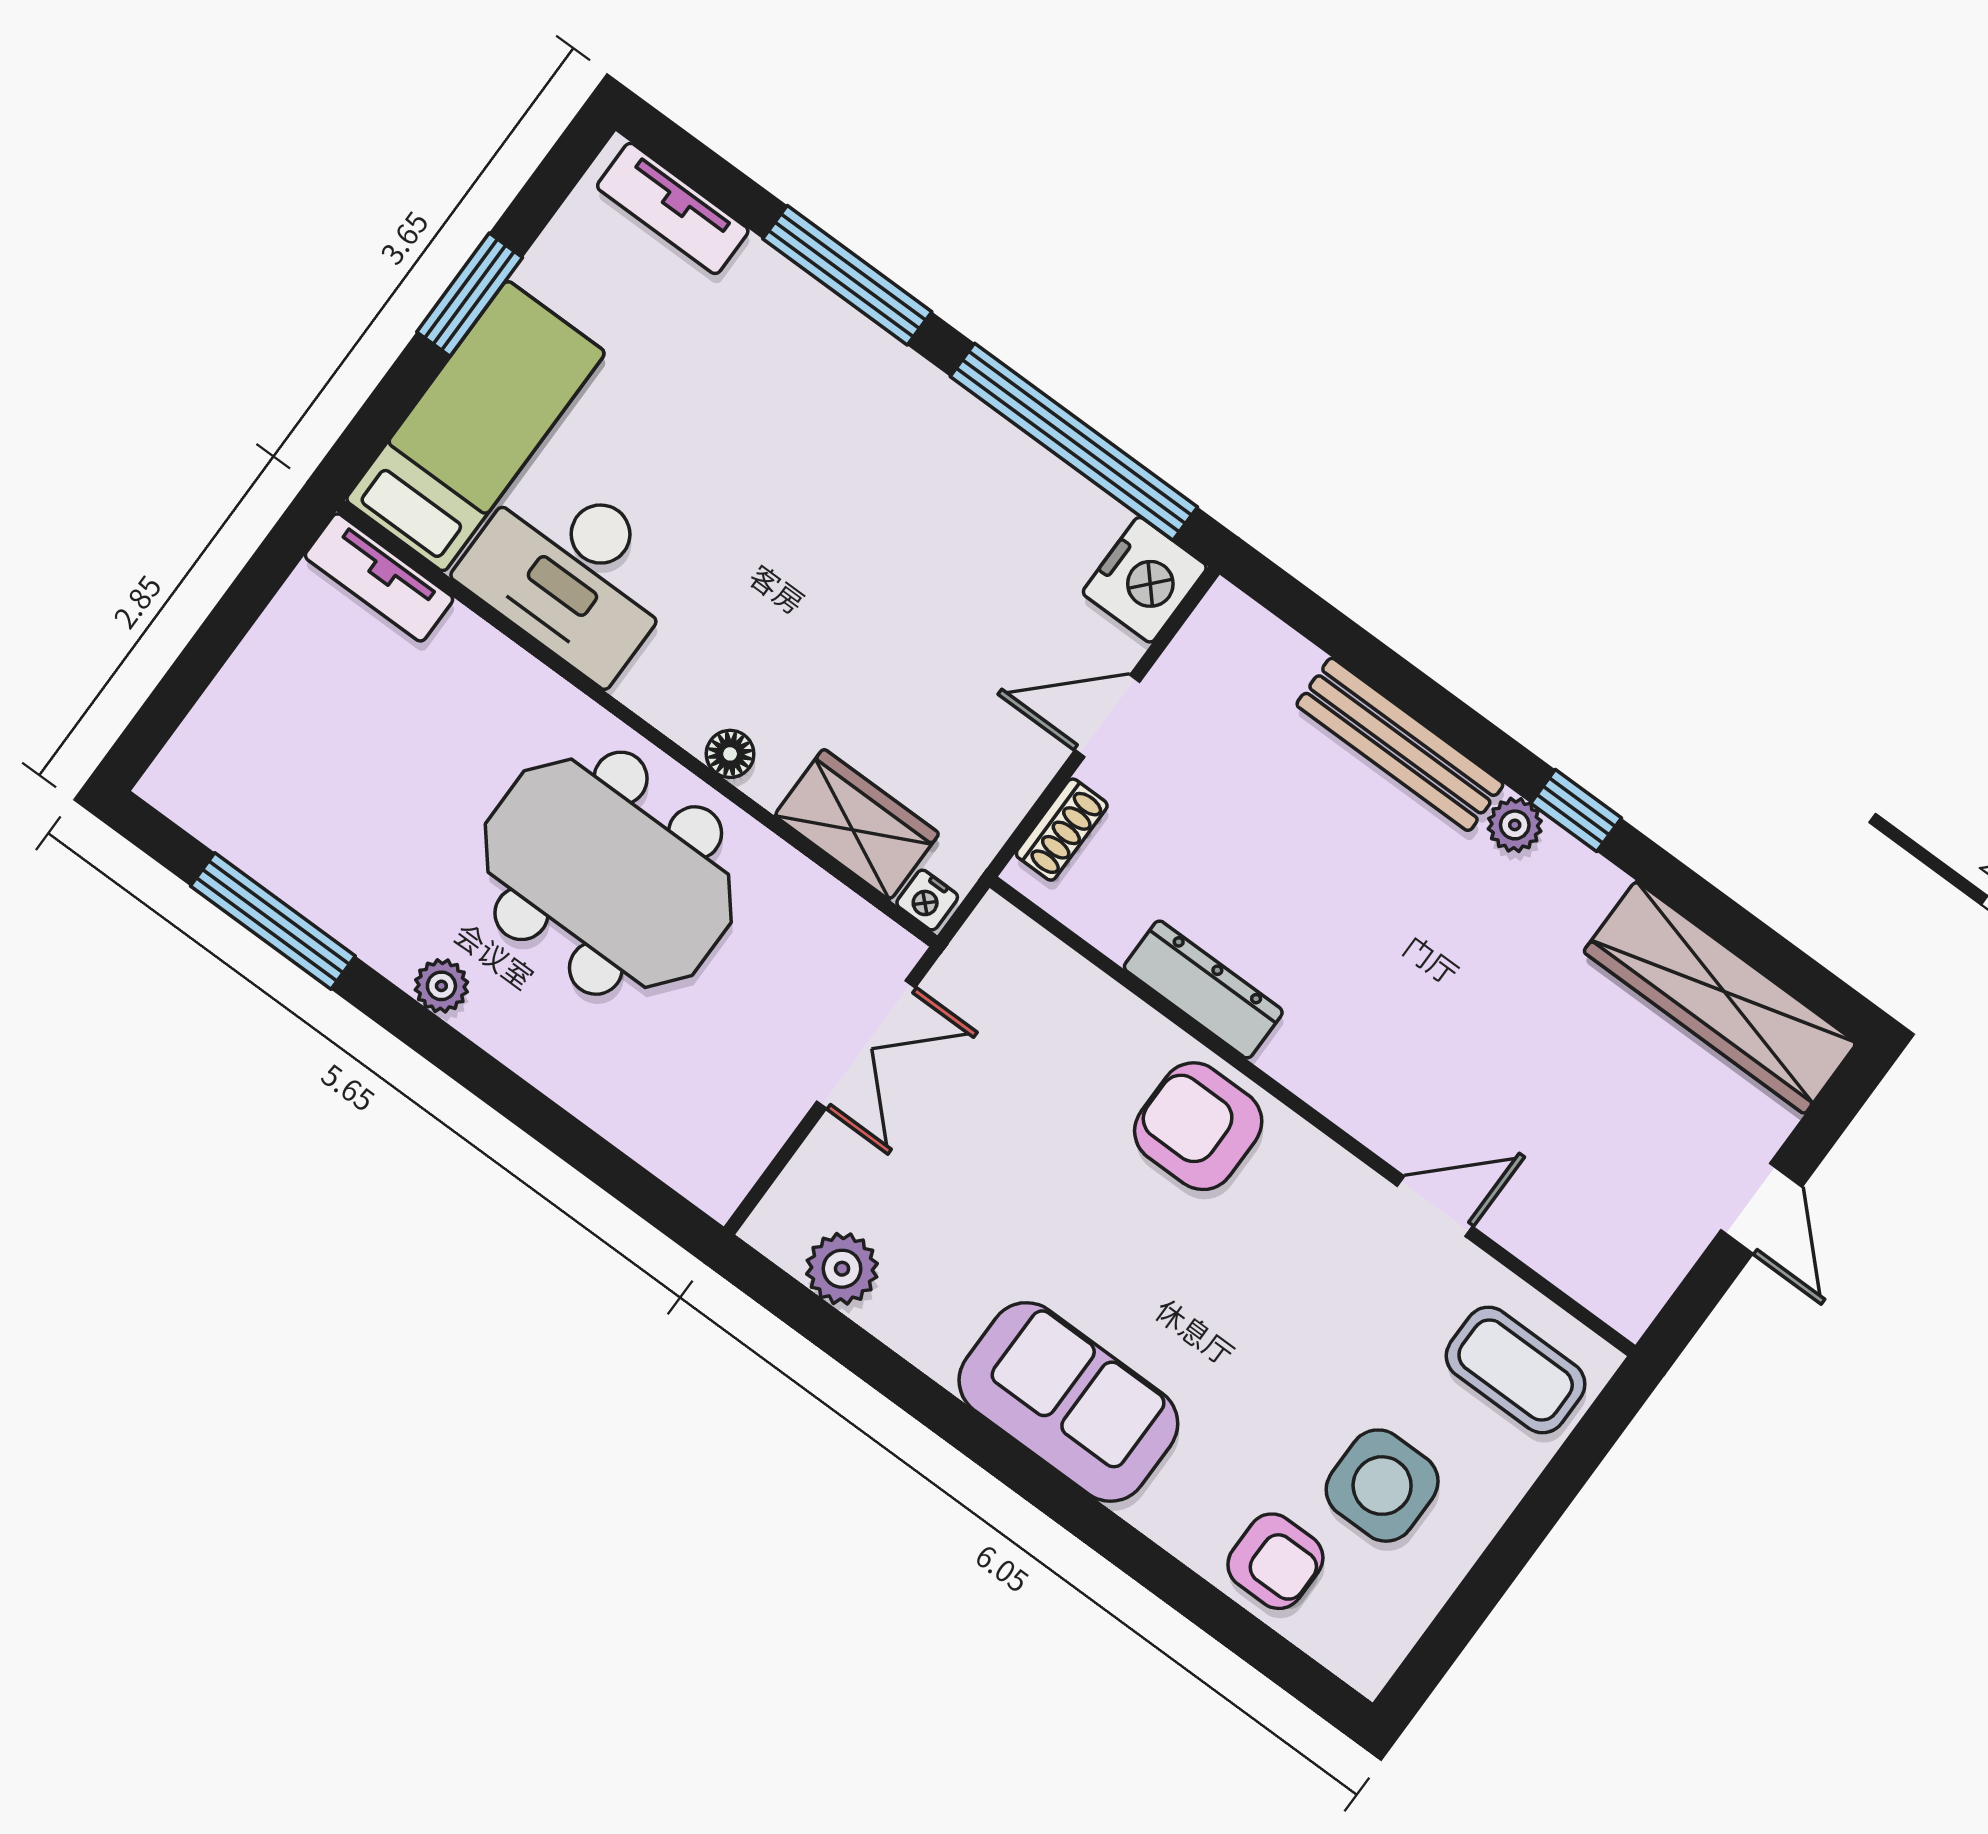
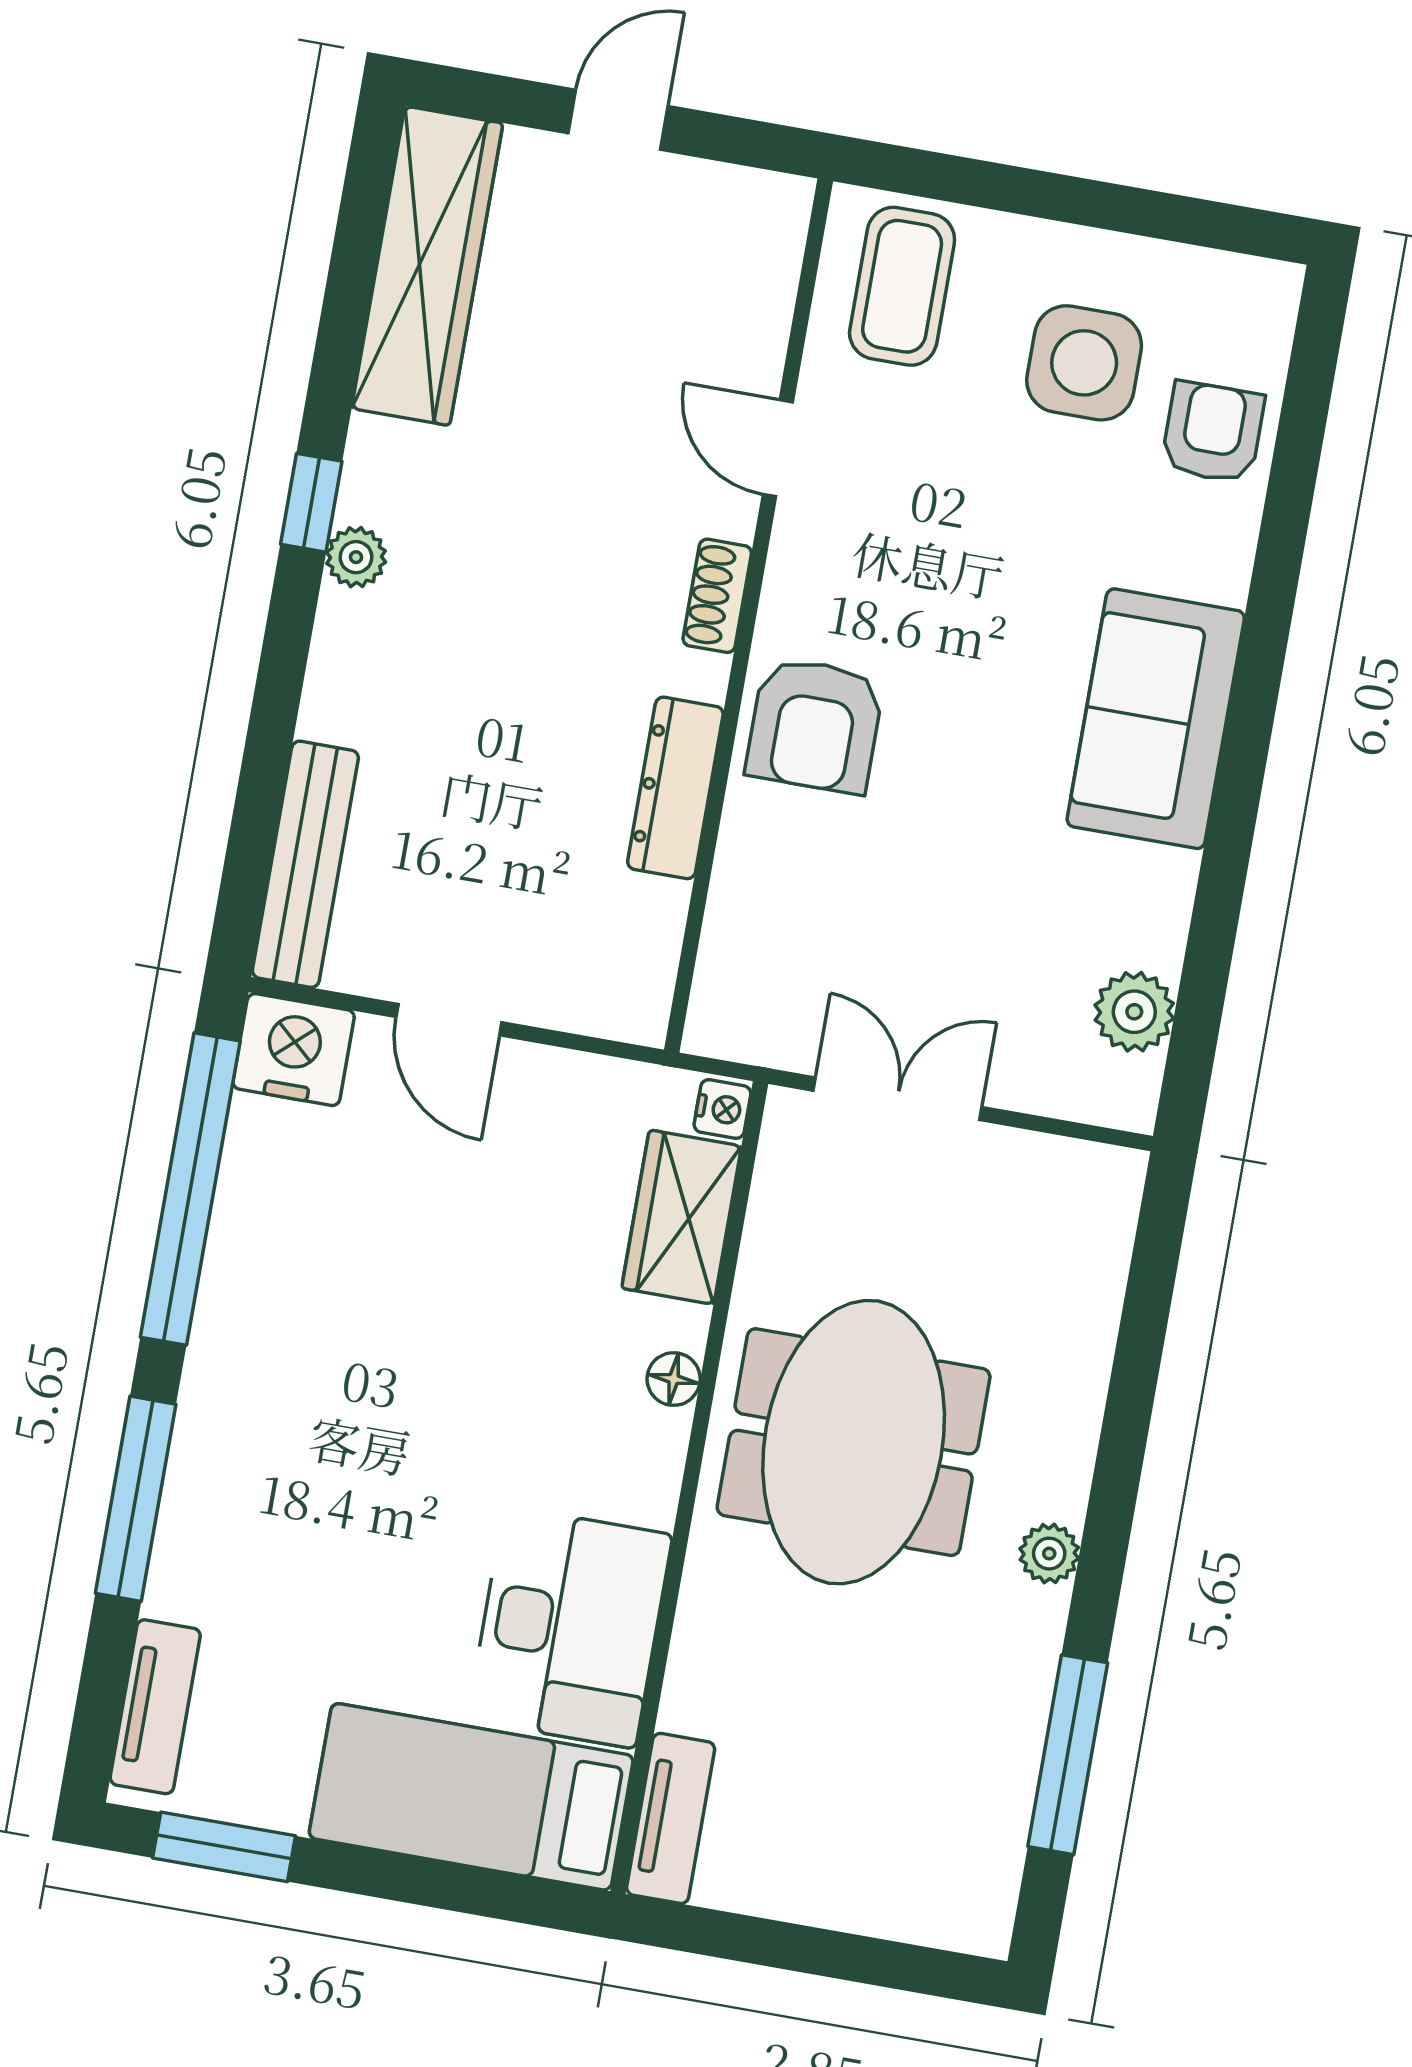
window: (470, 295) -> (224, 1847), moved
bench: (1400, 744) -> (305, 864), moved
shoe rack: (1062, 830) -> (717, 596), moved, turned -90

